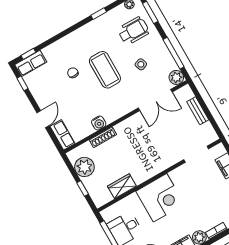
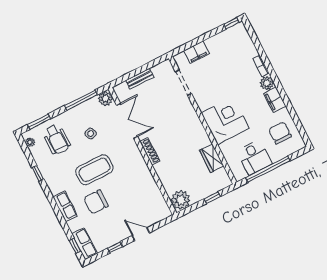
wheelchair: (133, 31) -> (57, 139), turned 180
chair: (73, 73) -> (96, 202), width x1.87, depth x1.87
window: (22, 83) -> (115, 247), moved
water cooler: (99, 123) -> (147, 178), removed
row of seats: (62, 135) -> (65, 206), moved, turned 90
shoe rack: (103, 137) -> (150, 151), moved
plant: (84, 167) -> (181, 200), moved

